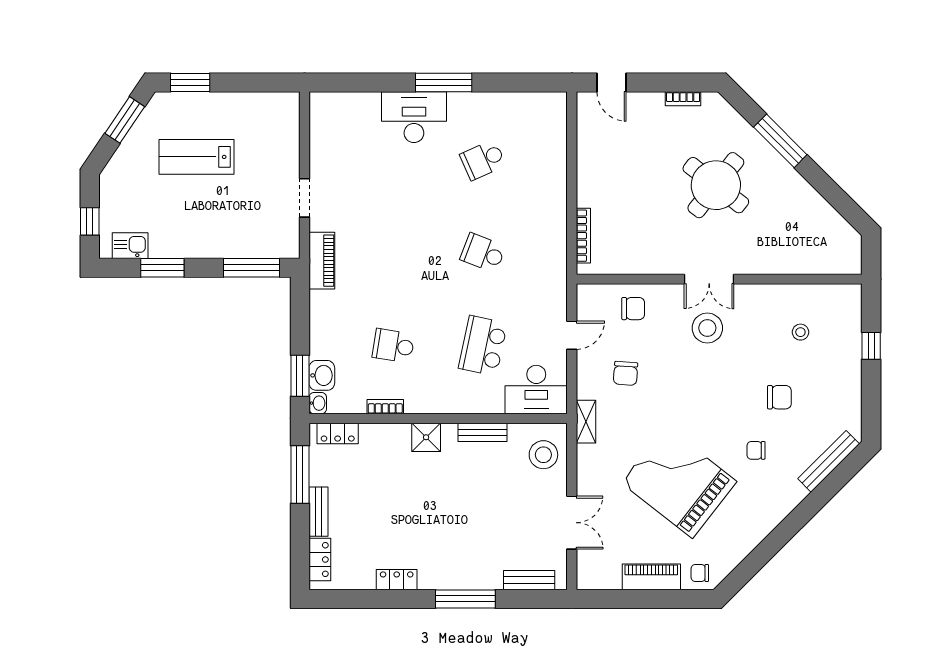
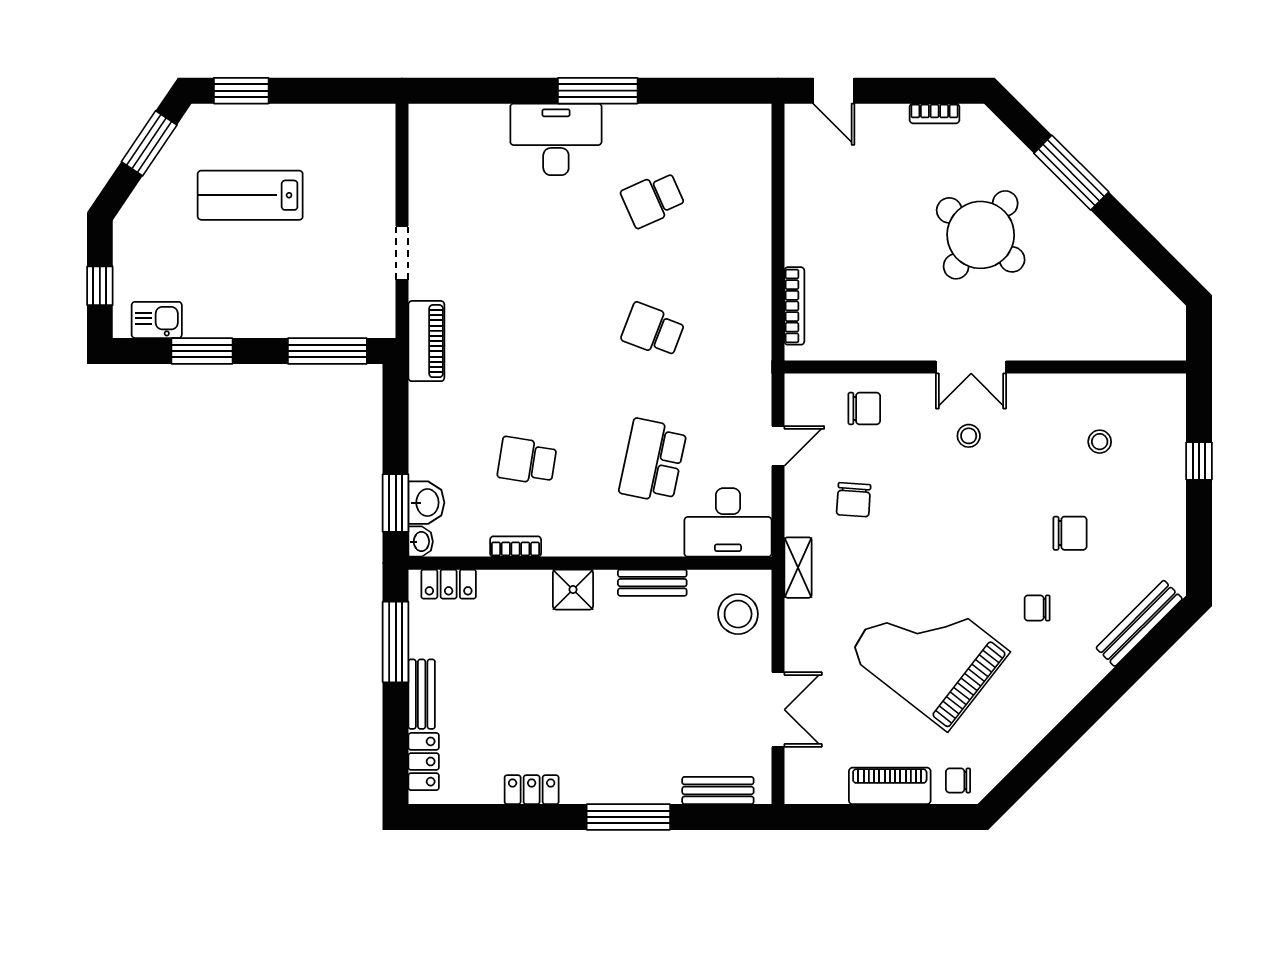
stool: (707, 328) -> (969, 436), width x0.53, depth x0.53

